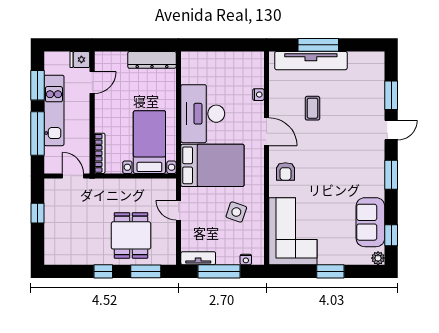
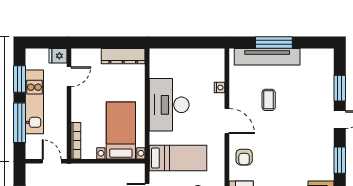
bed: (212, 165) -> (178, 158), width x0.67

